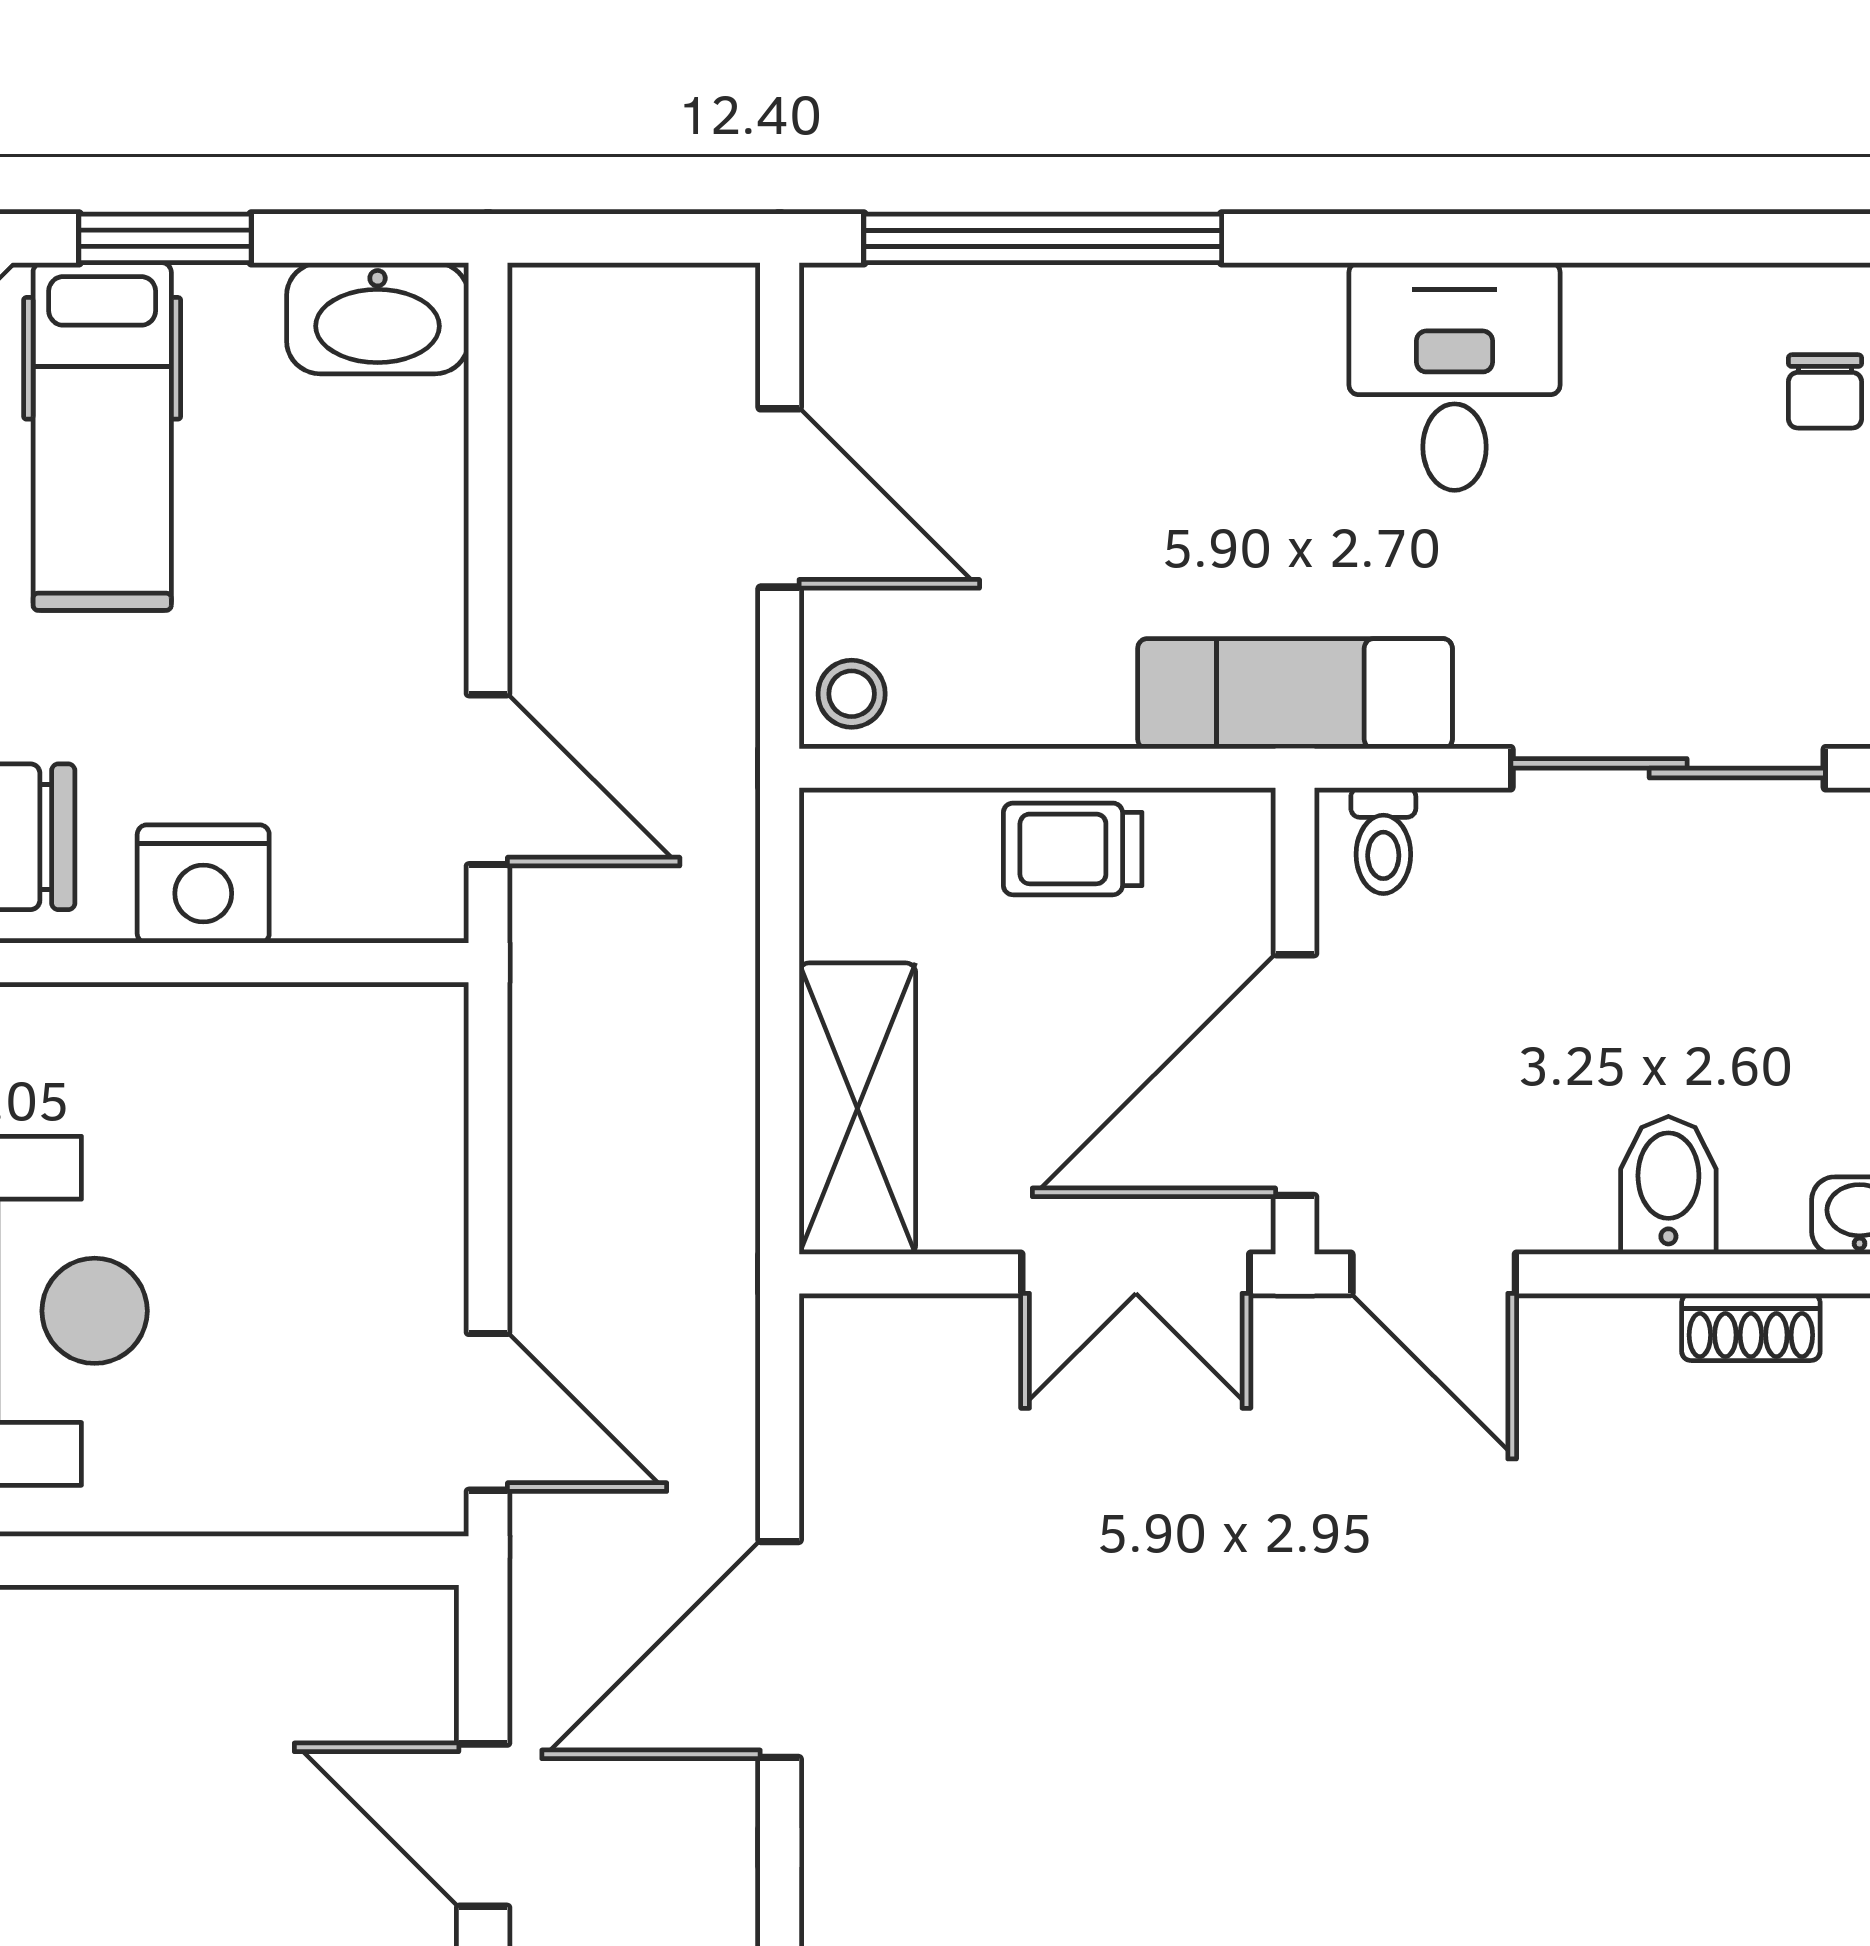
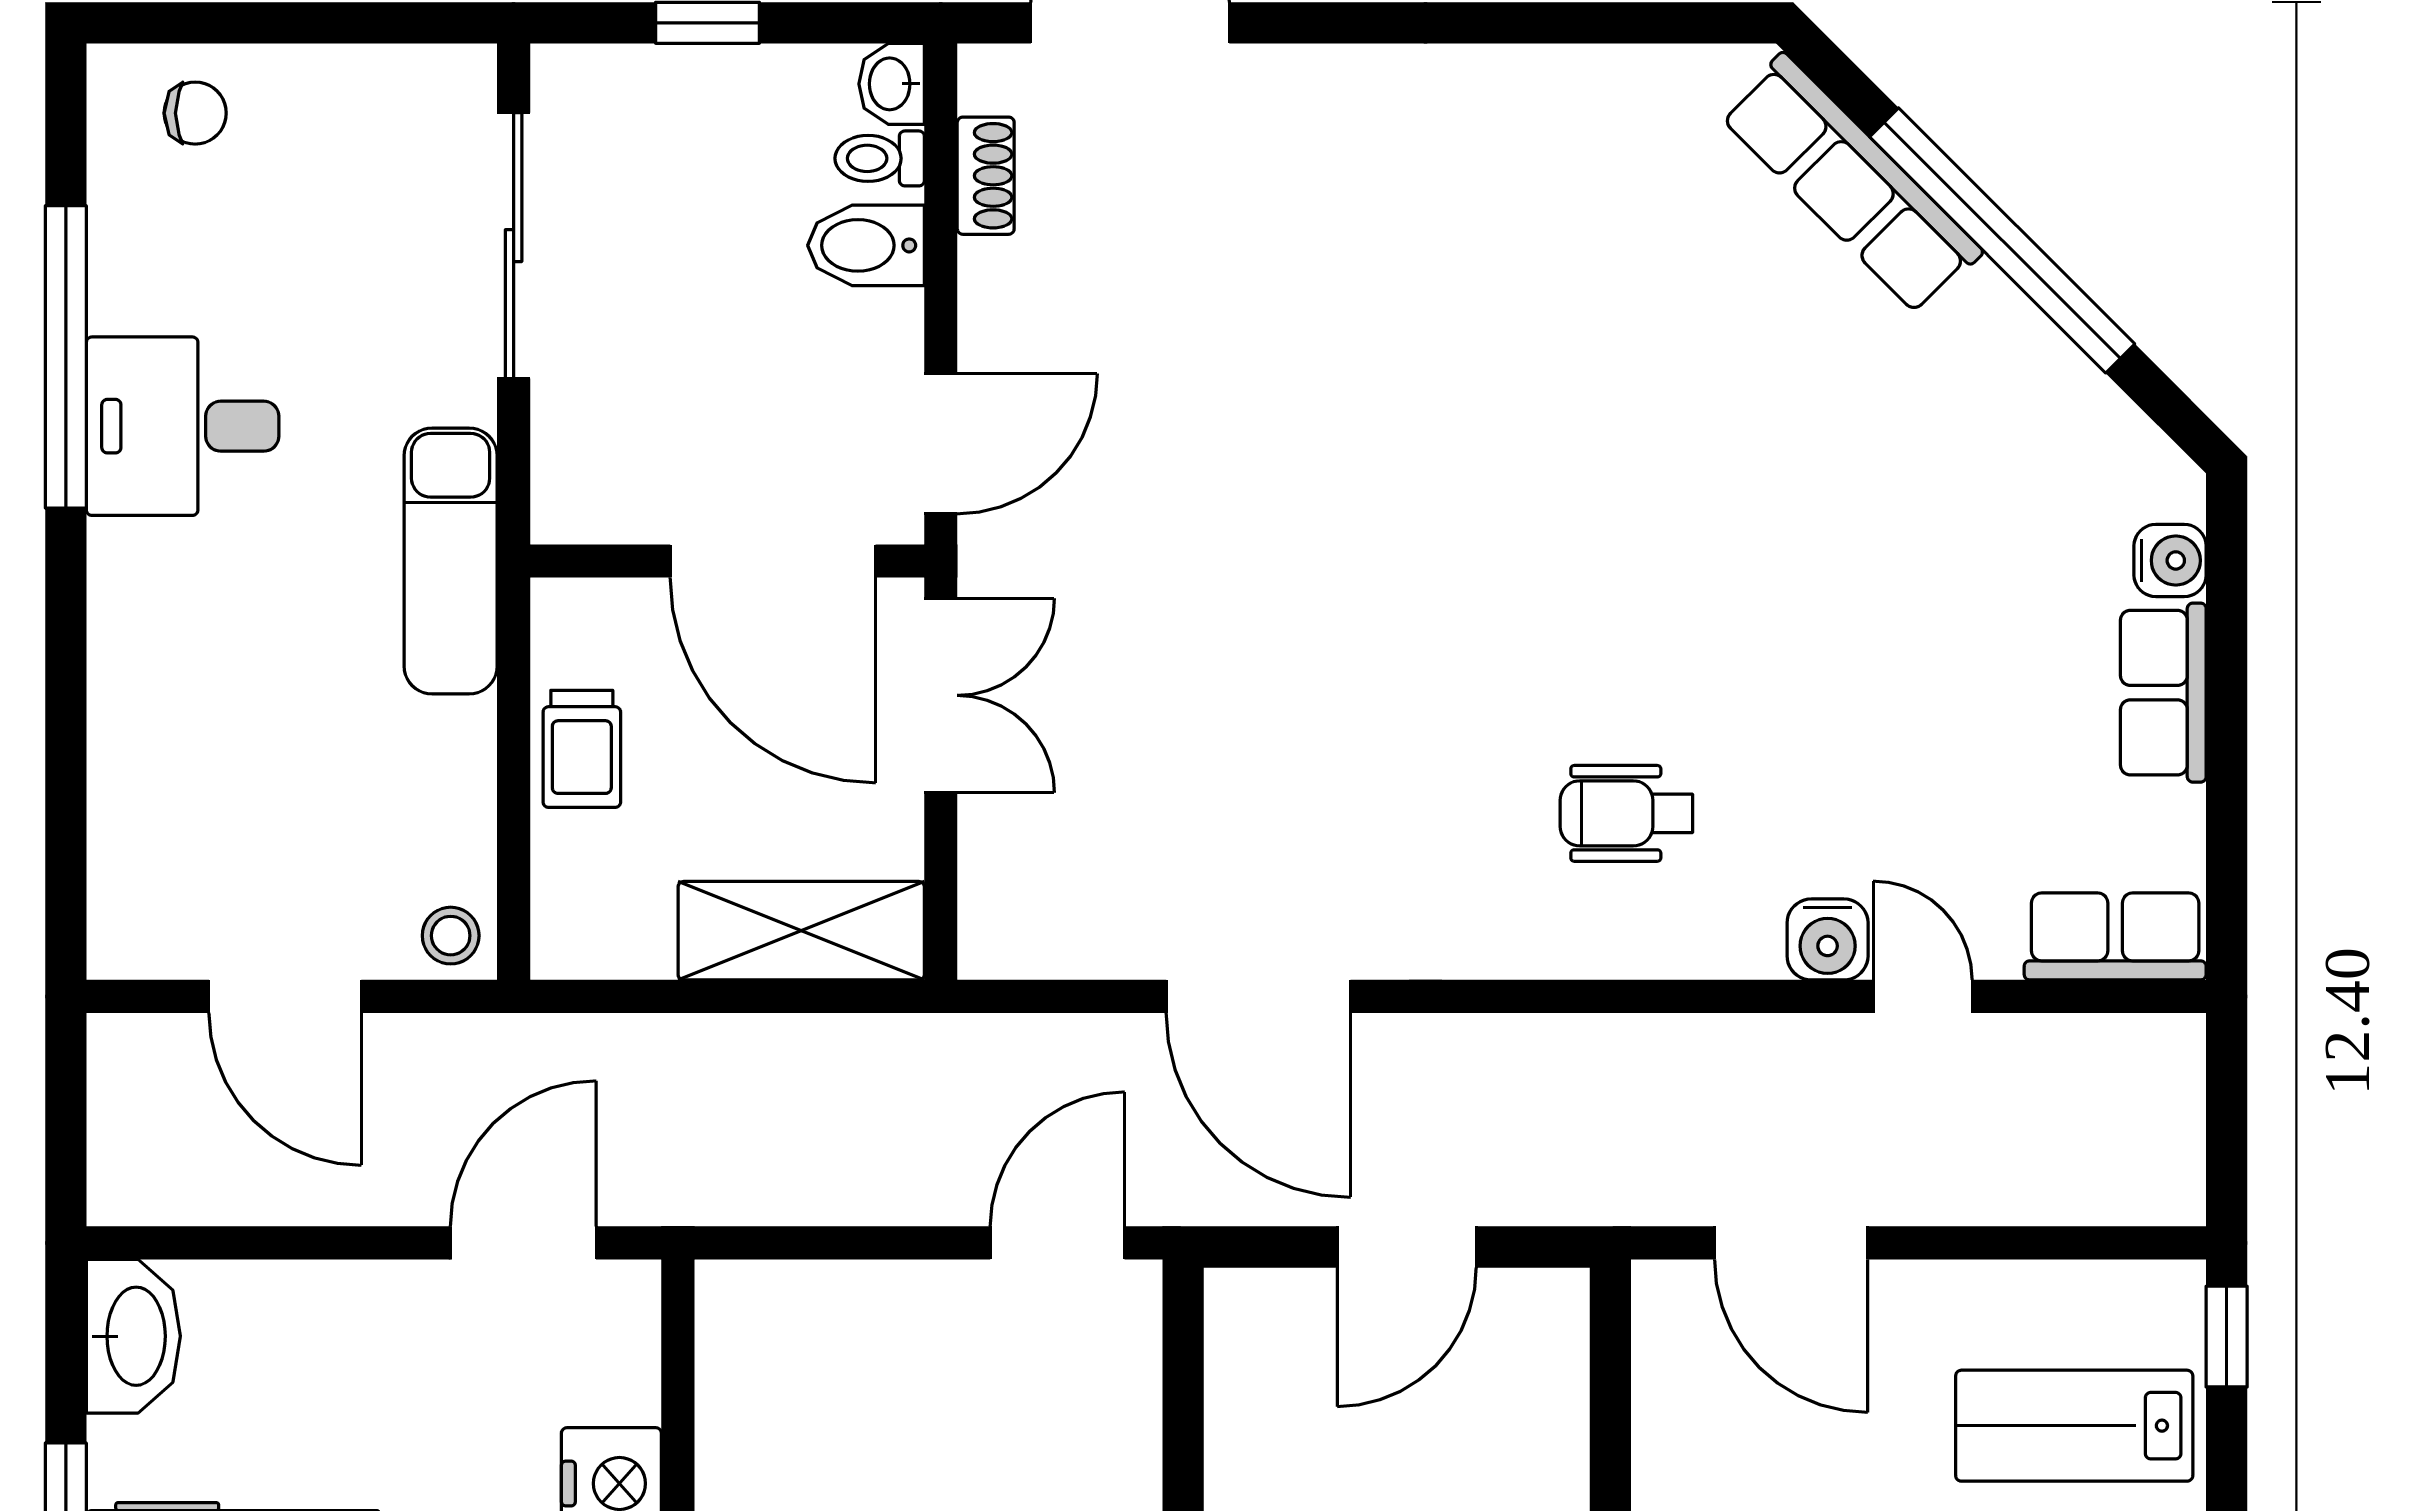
window: (1043, 238) -> (66, 357), moved
door: (780, 498) -> (285, 996), swing flipped
toilet: (1383, 841) -> (880, 158), moved, turned 180

